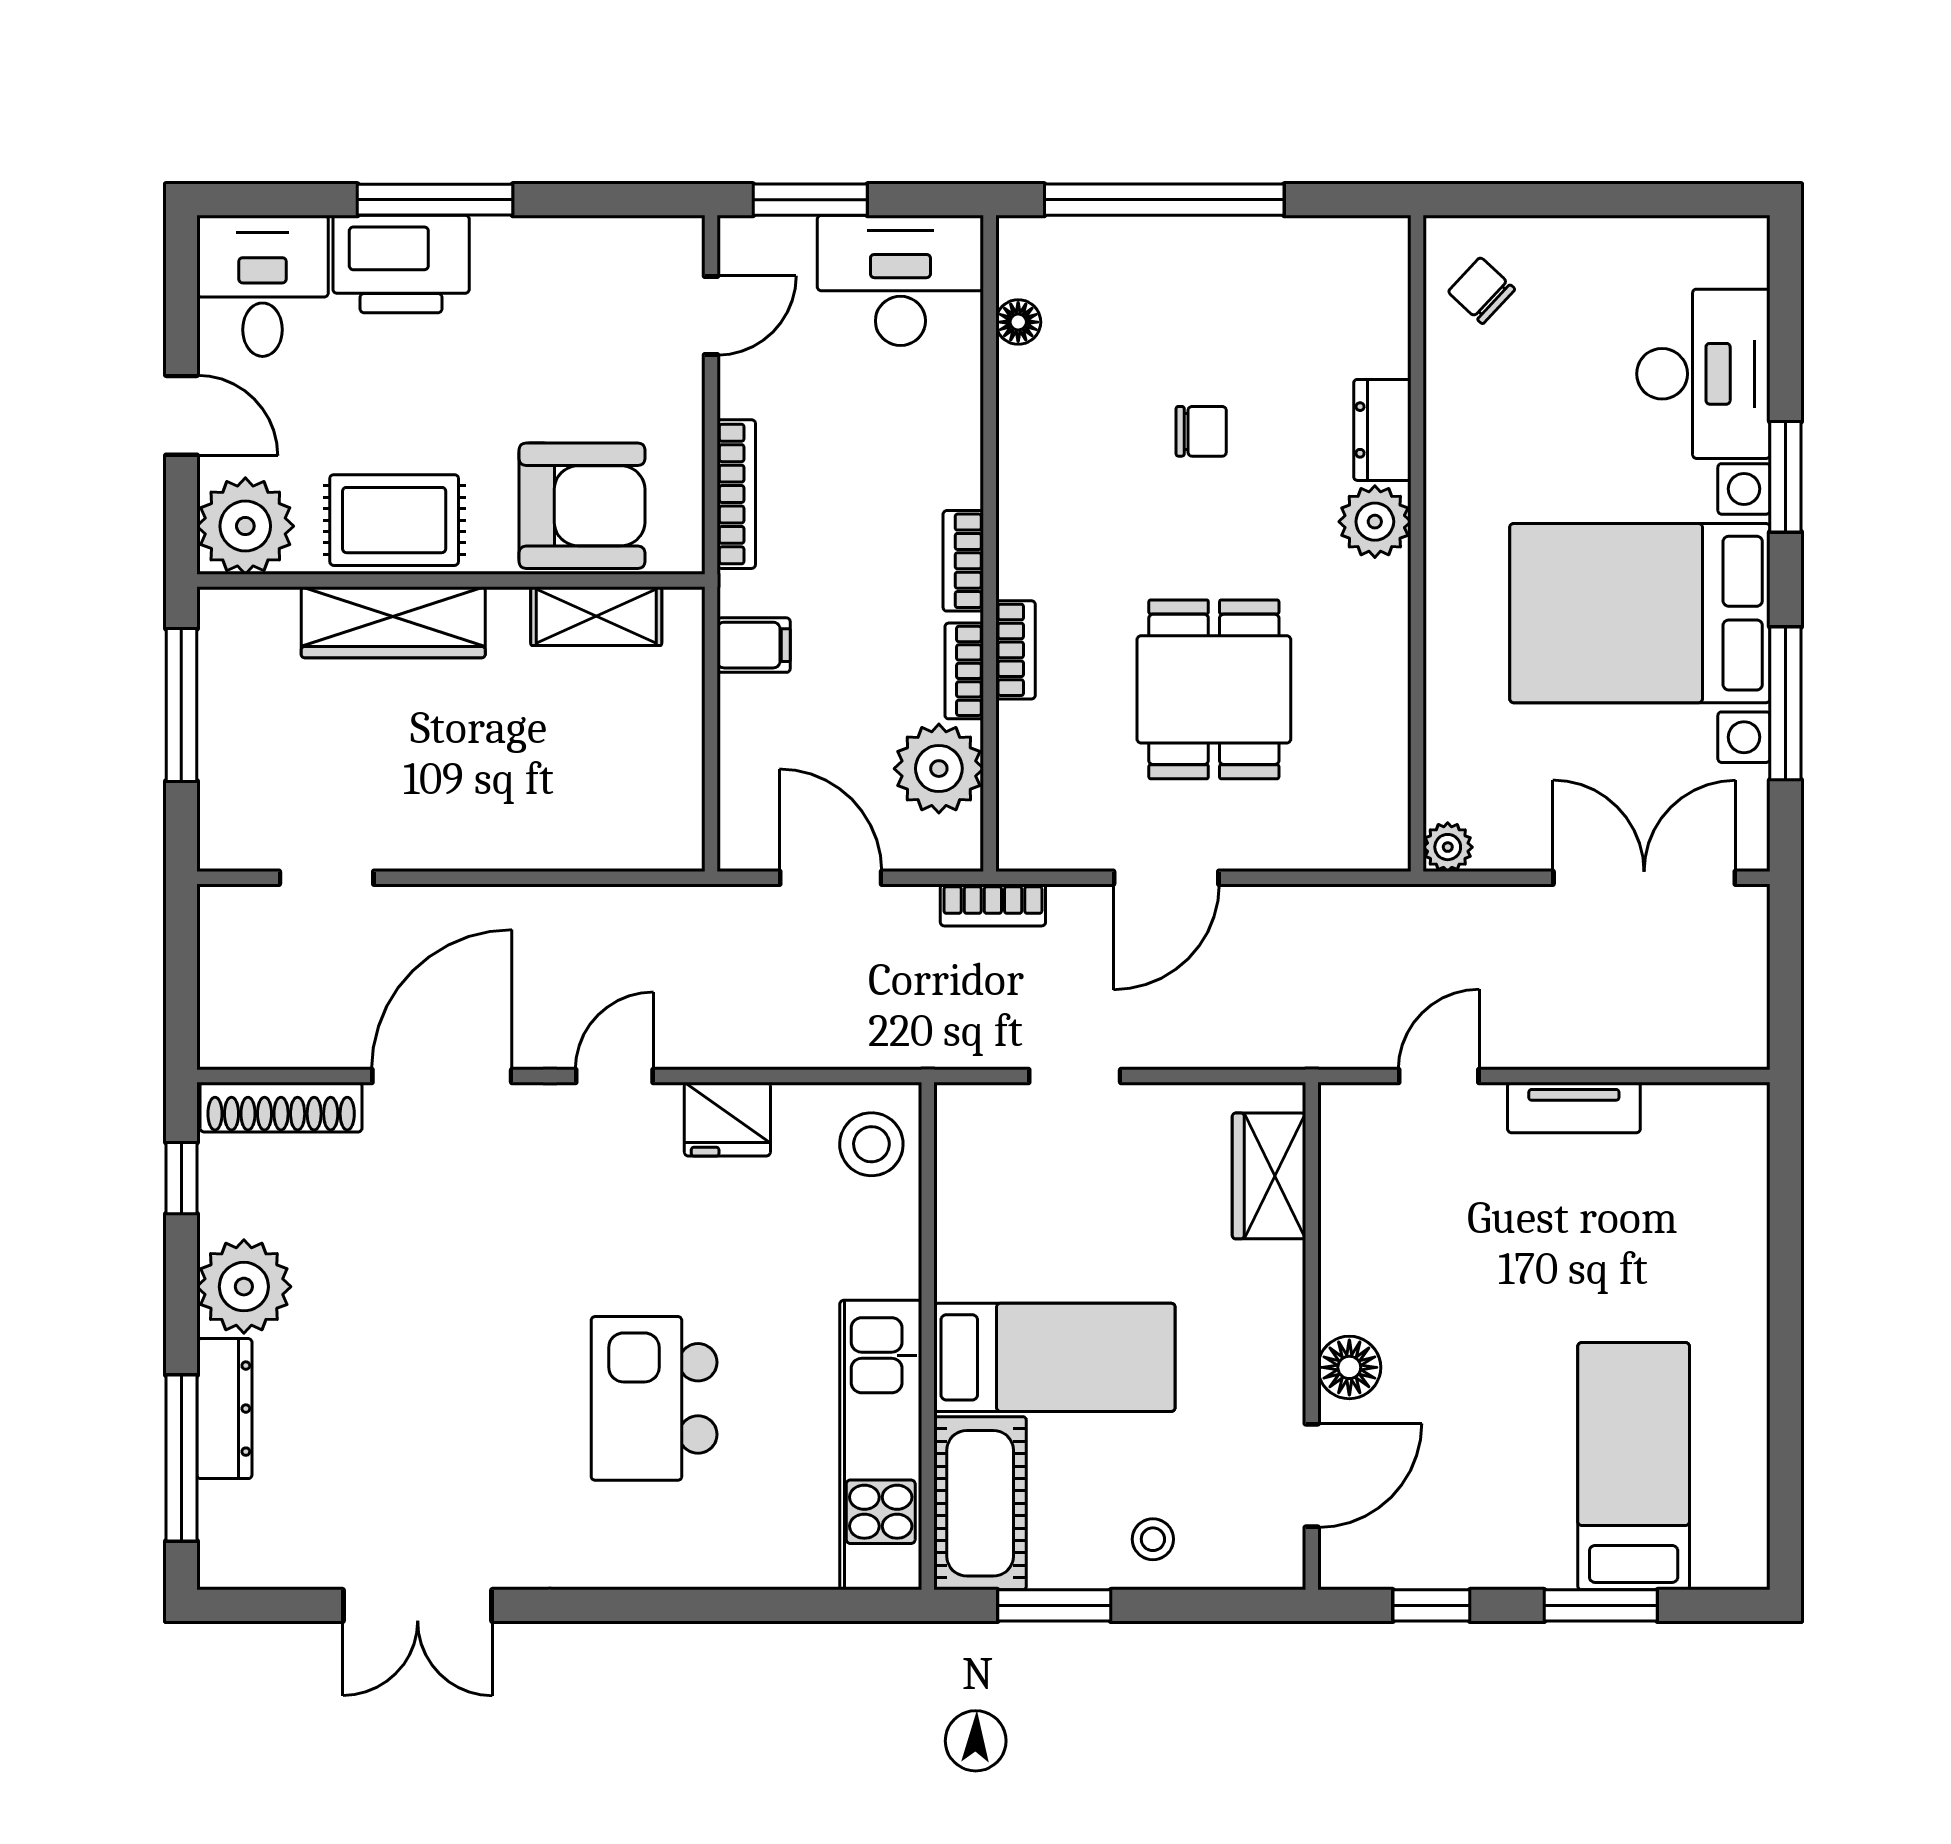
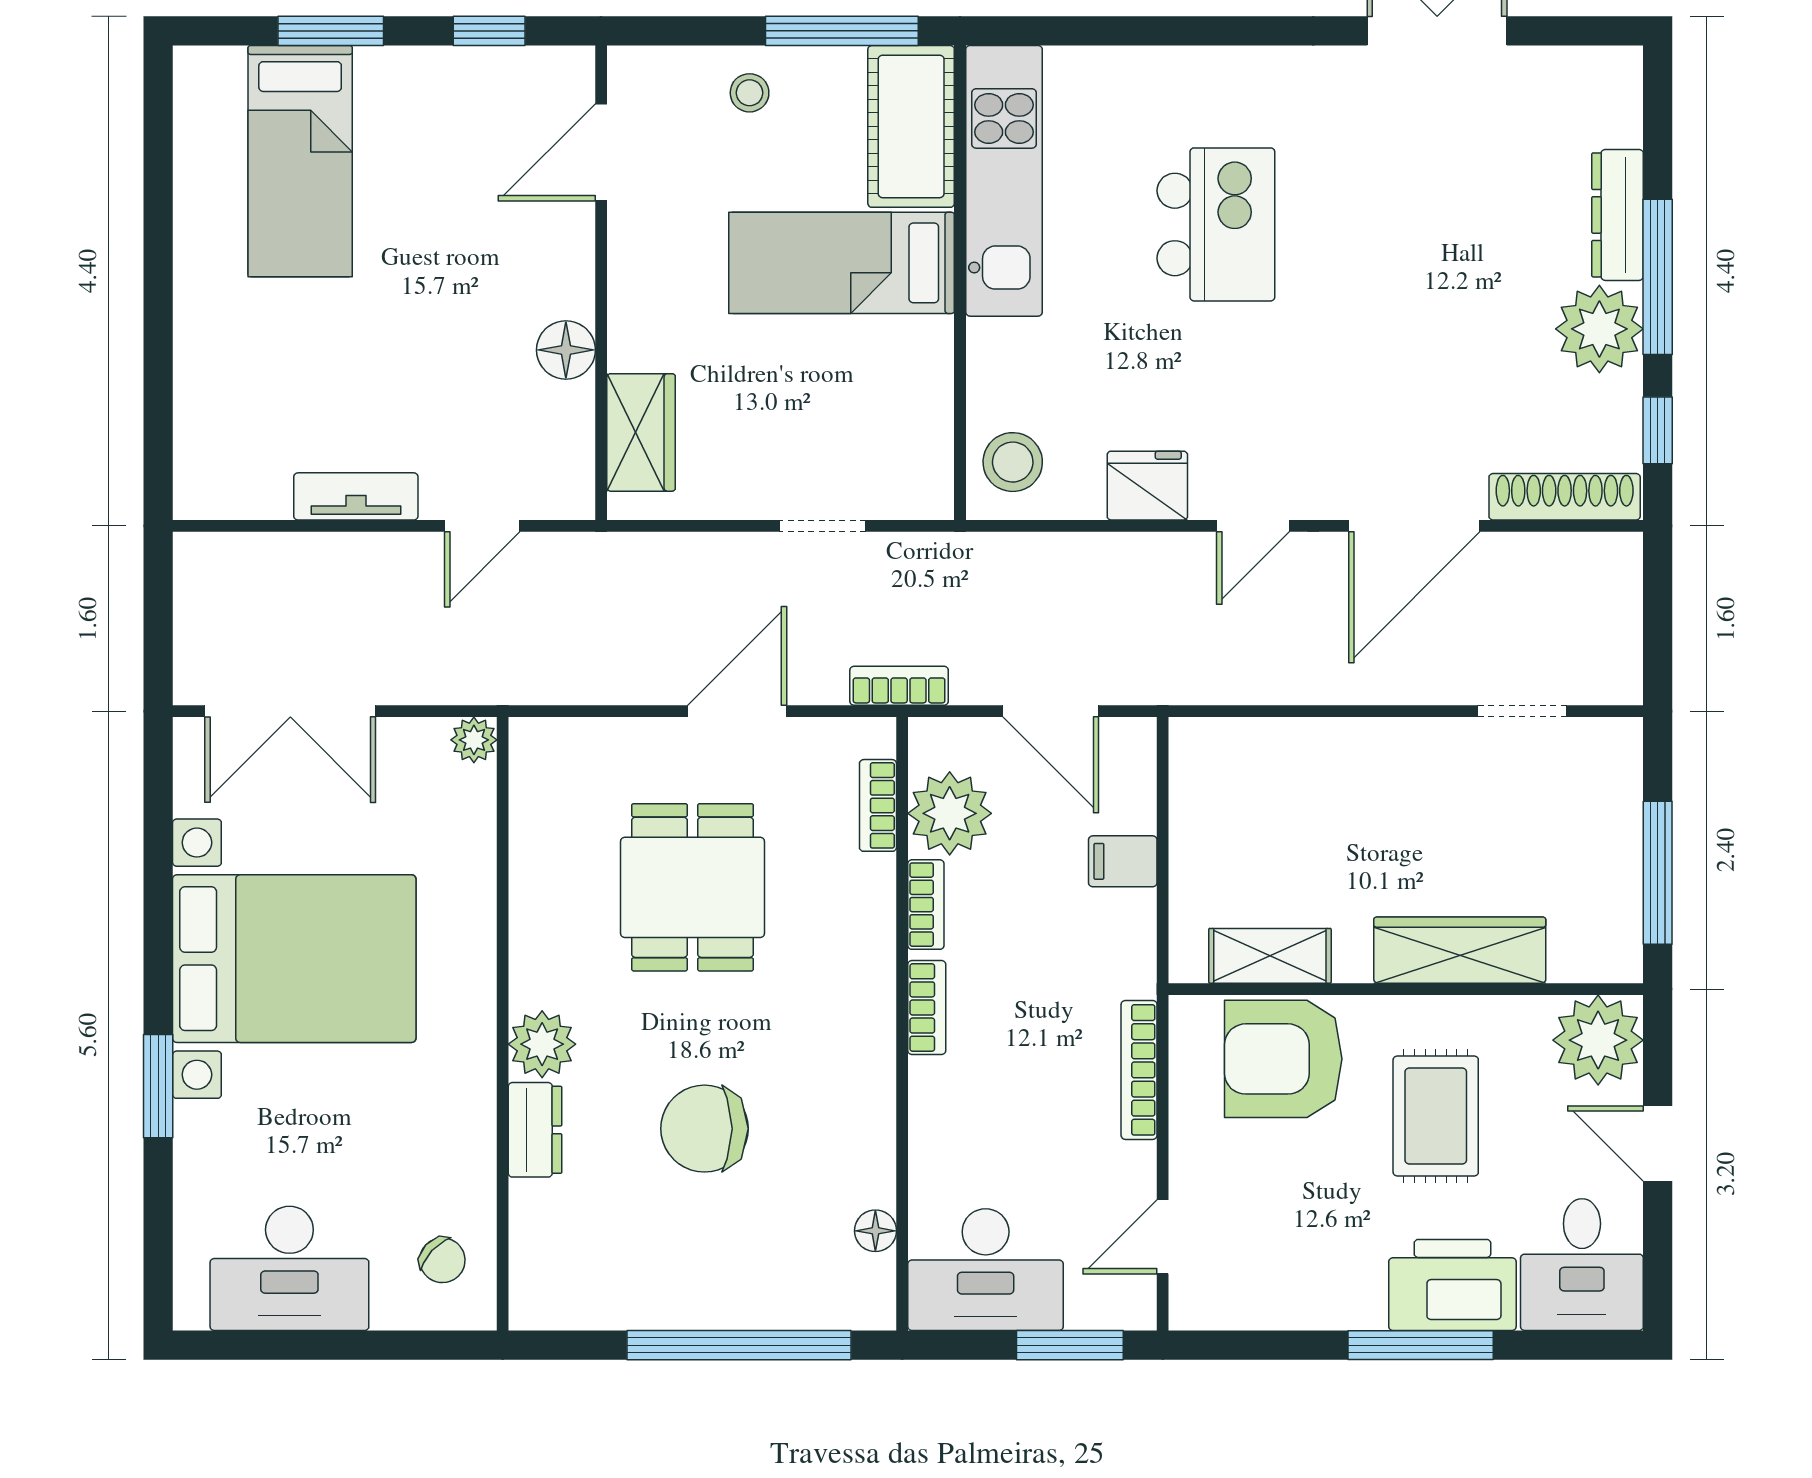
desk: (1703, 374) -> (289, 1268), moved, turned -90
chair: (1201, 431) -> (704, 1129), width x1.87, depth x1.87
rug: (394, 520) -> (1436, 1116), moved, turned 90
filing cabinet: (754, 645) -> (1123, 861), moved
bookcase: (1016, 650) -> (878, 805), moved
window: (1785, 703) -> (158, 874), removed
floor lamp: (1349, 1367) -> (566, 350), moved
window: (181, 1458) -> (1658, 277), moved
window: (1054, 1605) -> (842, 31), width x1.44

